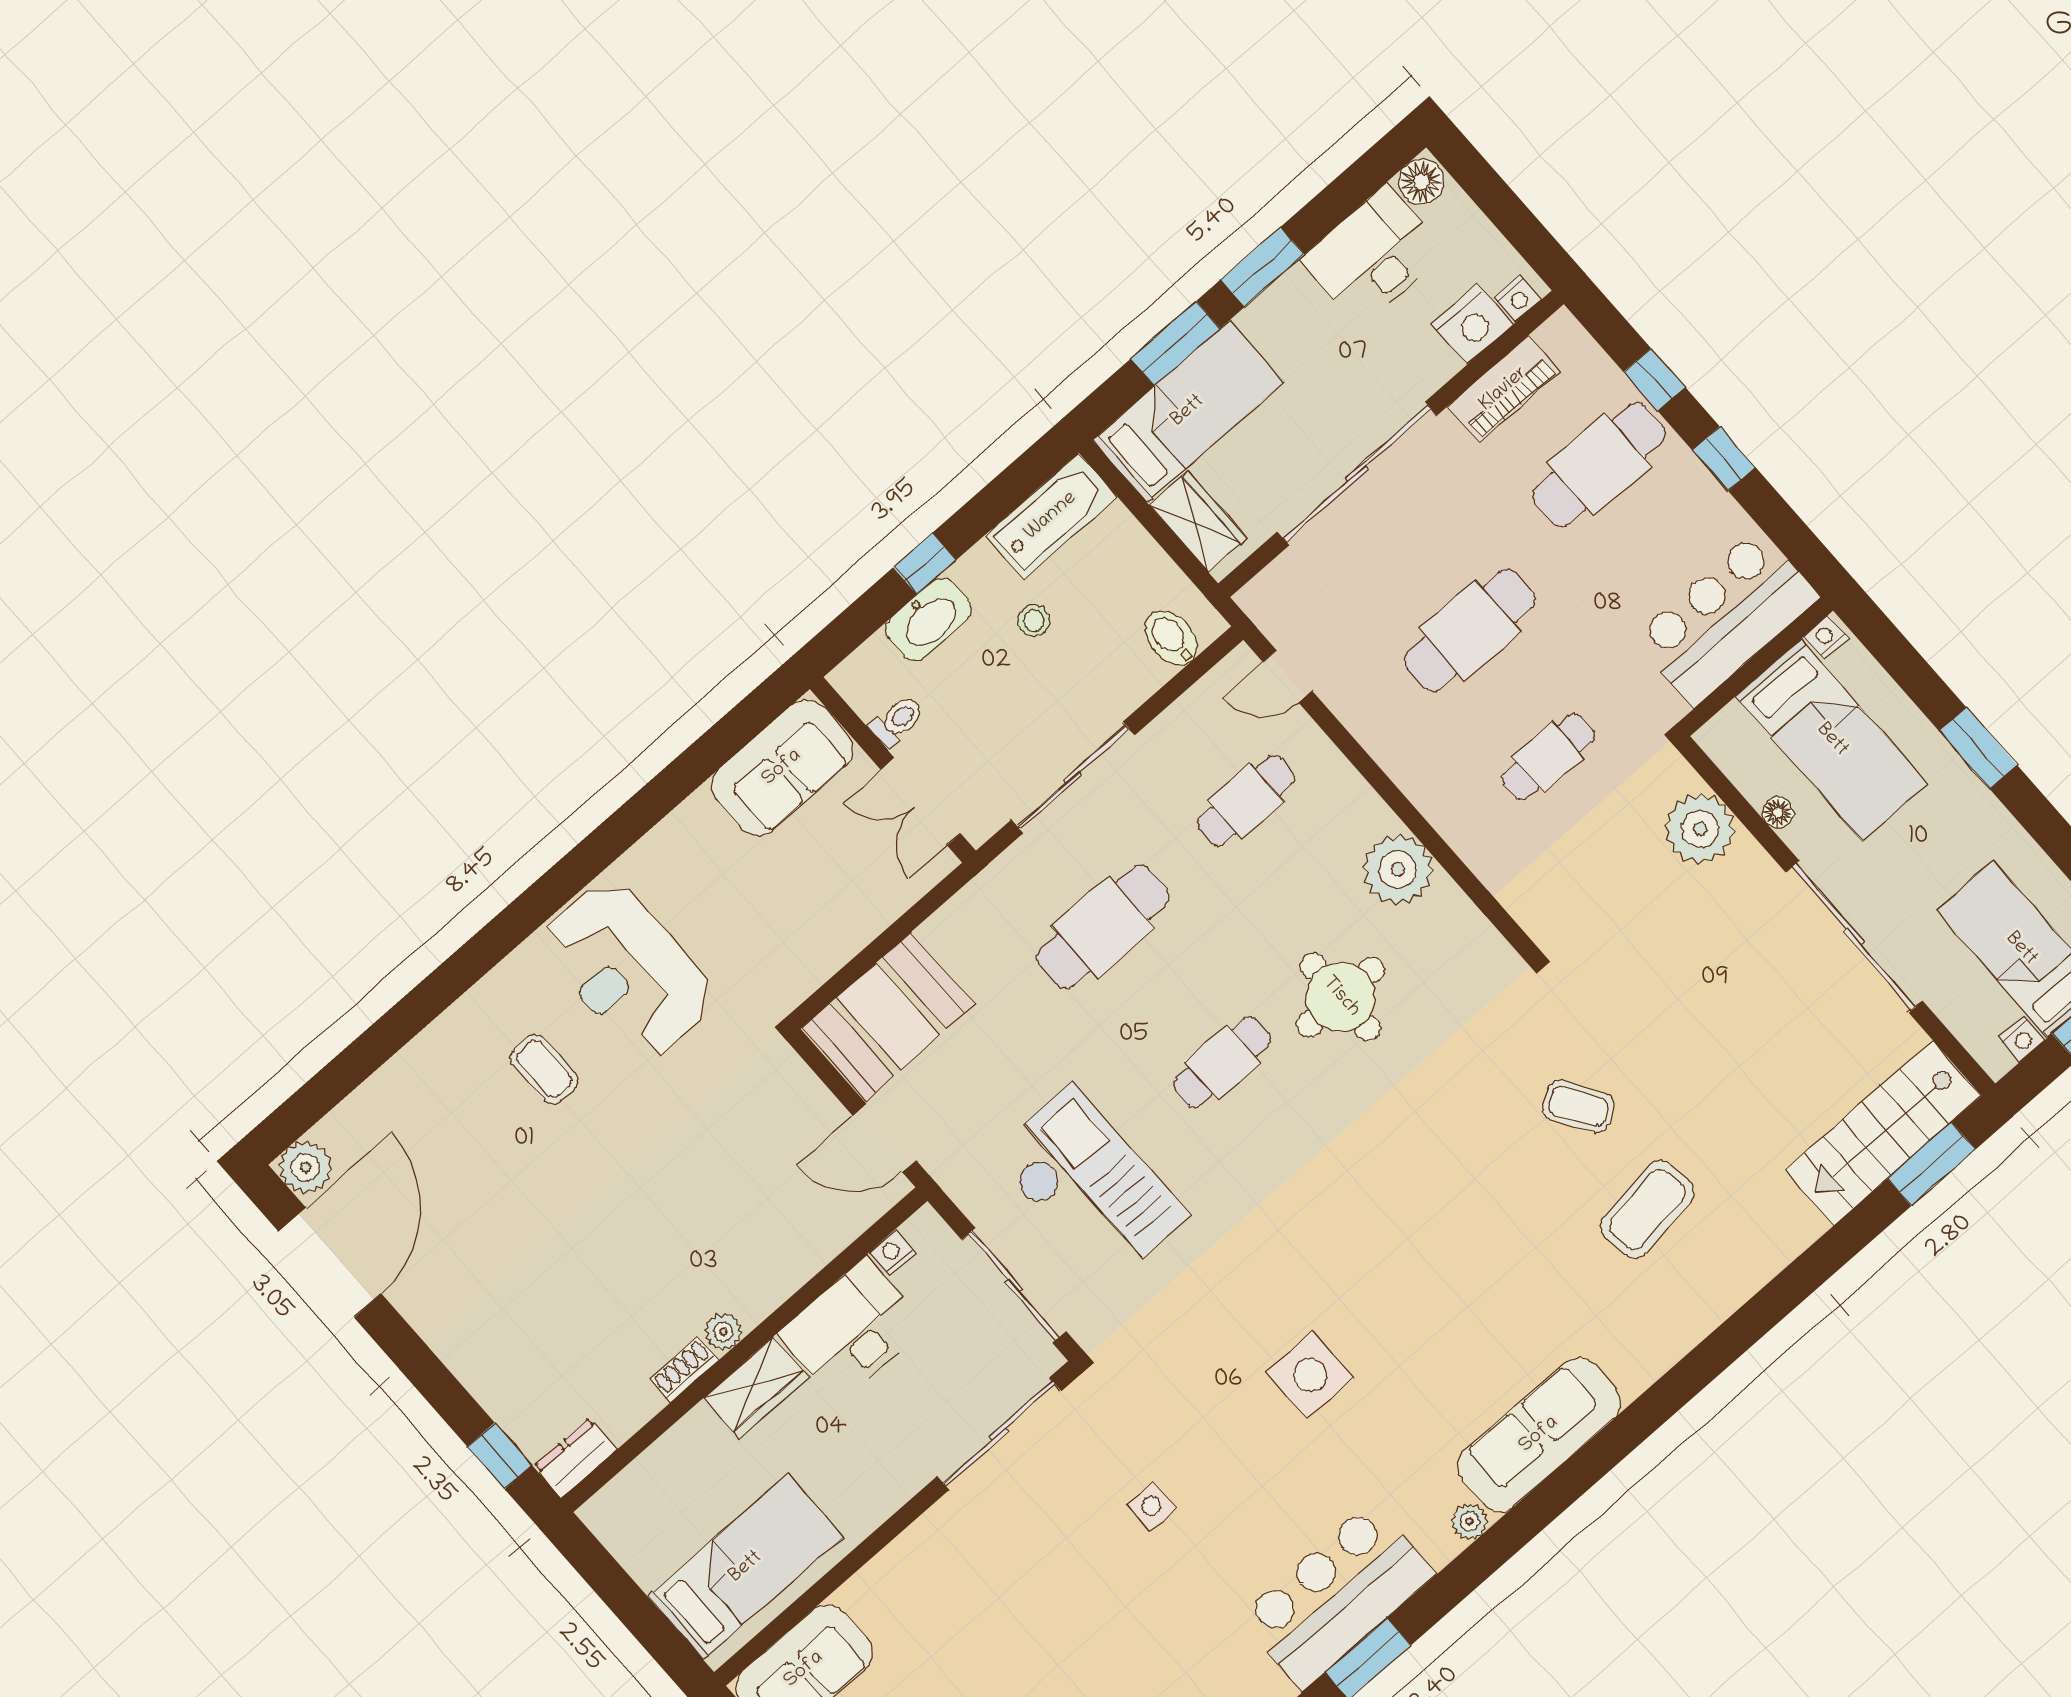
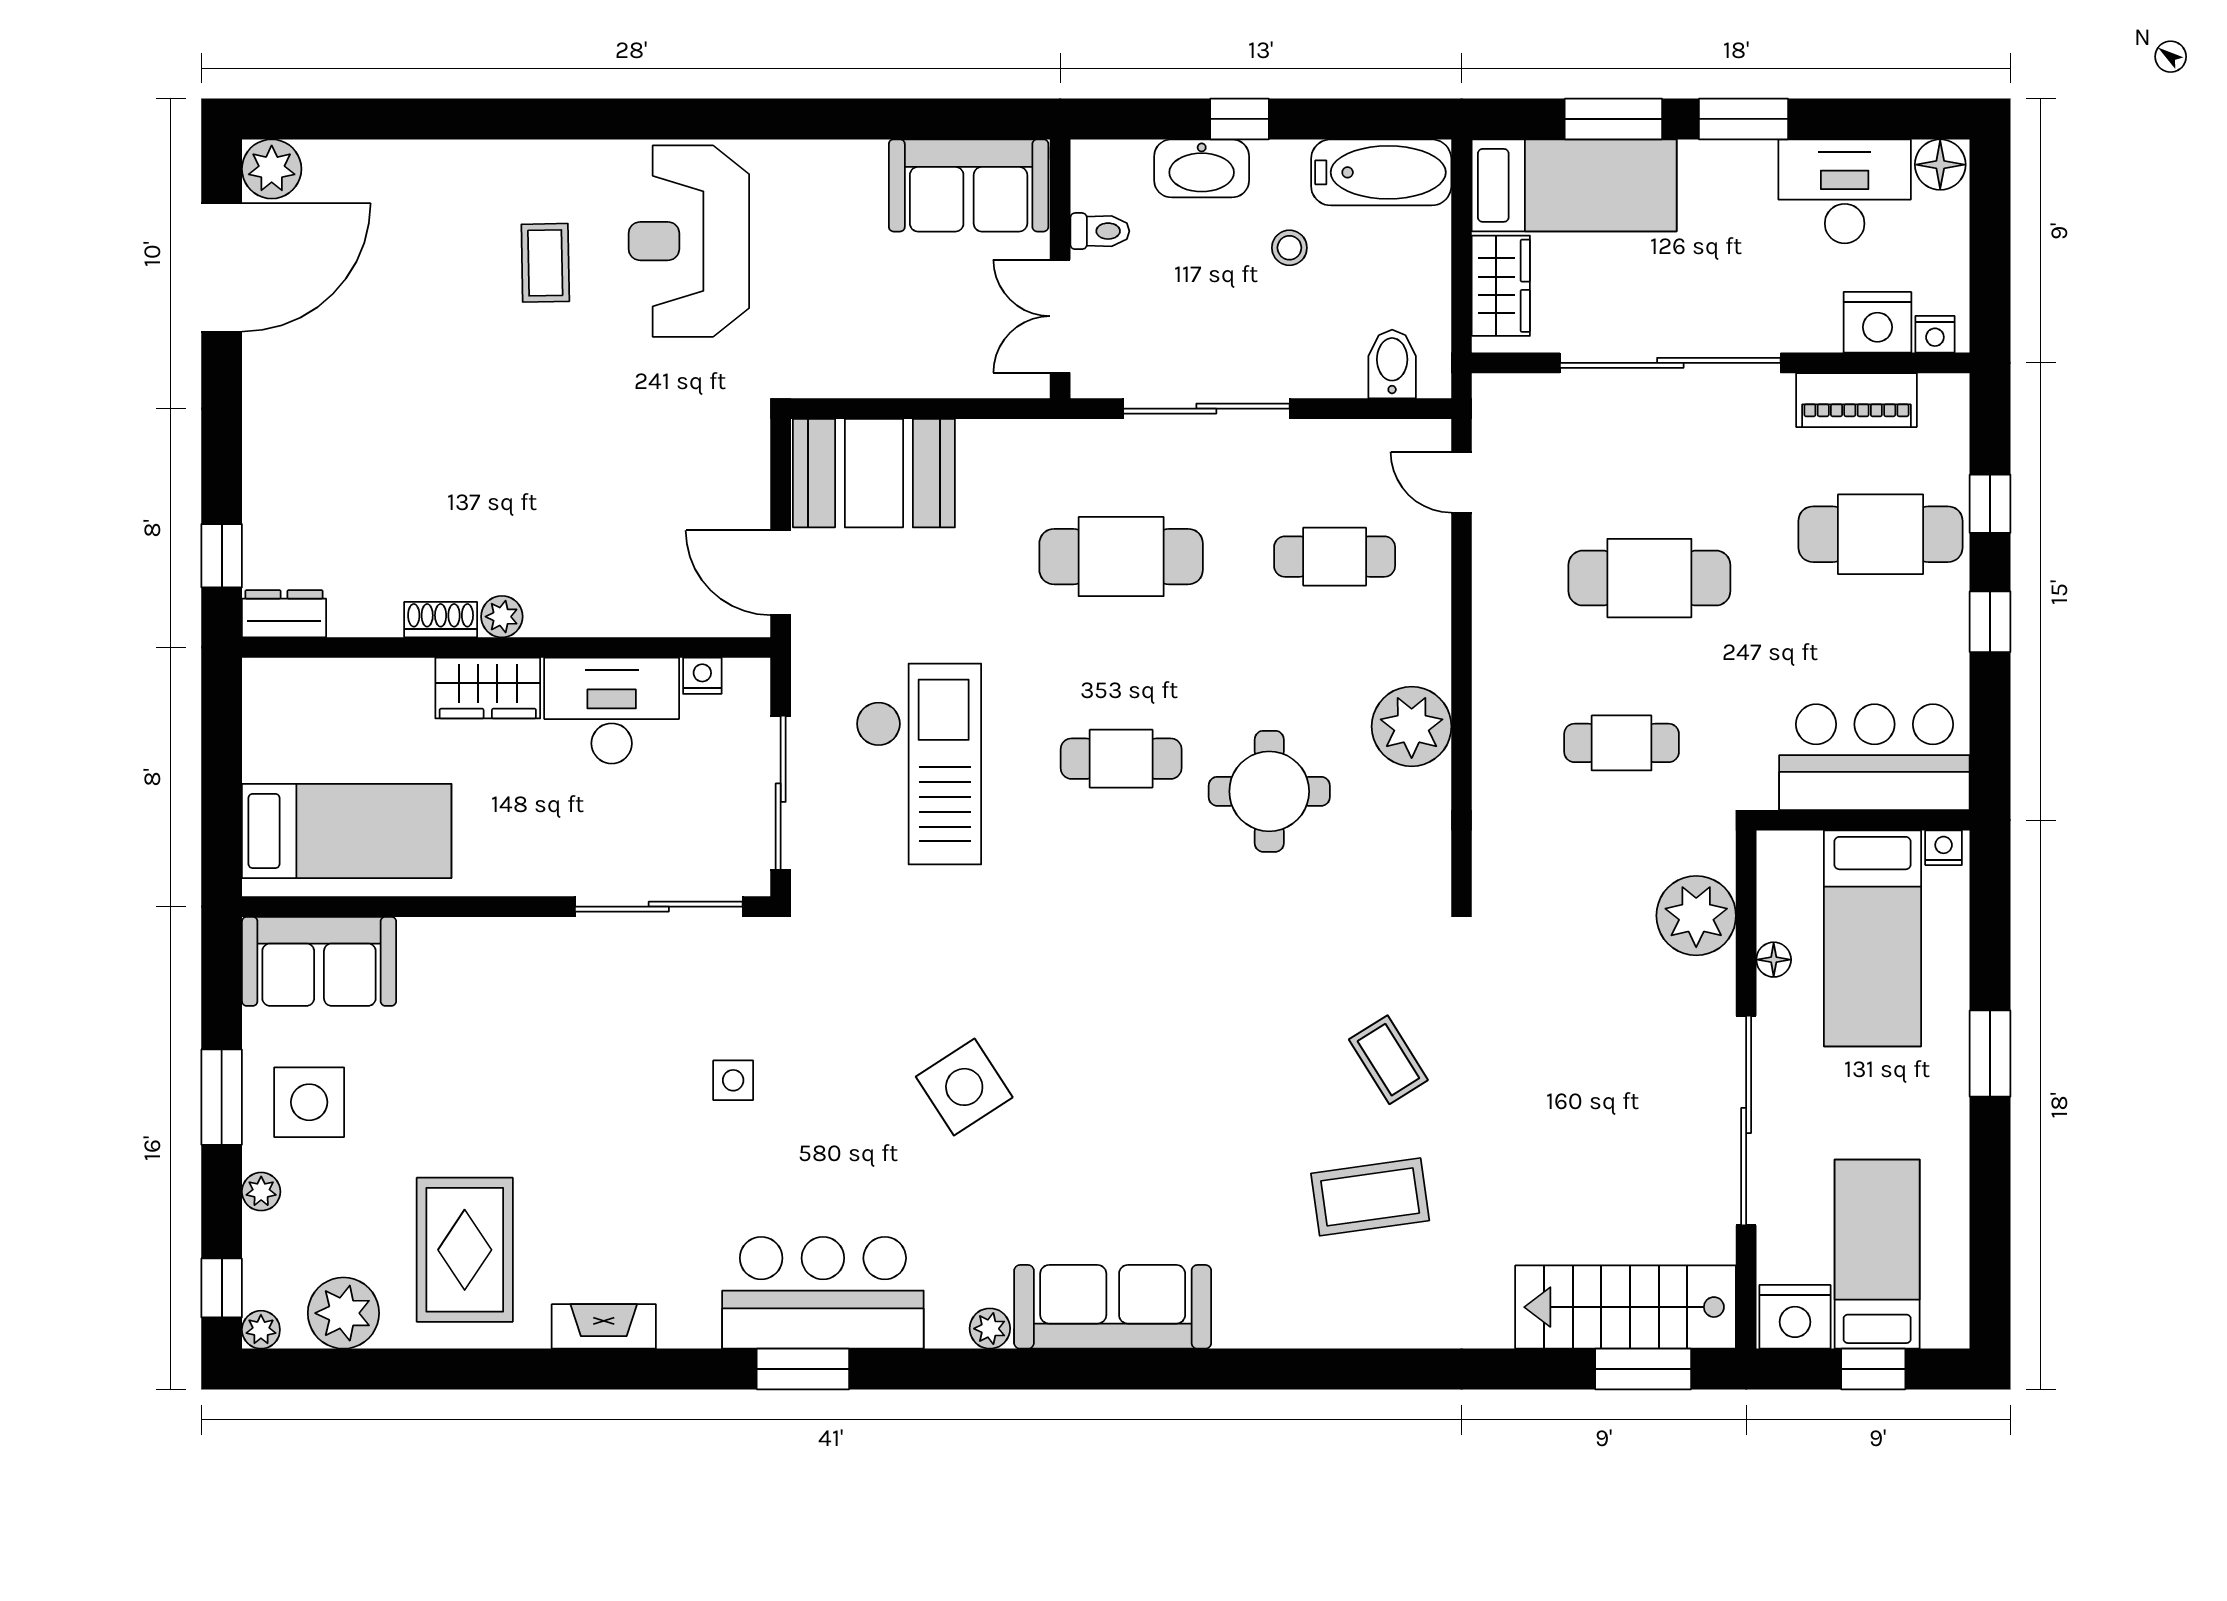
nightstand: (2022, 1039) -> (1795, 1317), width x1.89, depth x1.79
side table: (1310, 1375) -> (964, 1087), turned -33

